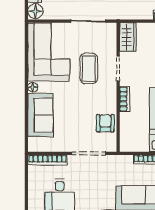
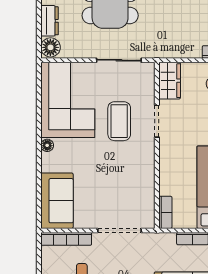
bookcase: (125, 99) -> (165, 212), moved
sofa: (40, 115) -> (57, 201), moved
armchair: (105, 123) -> (140, 192), removed

